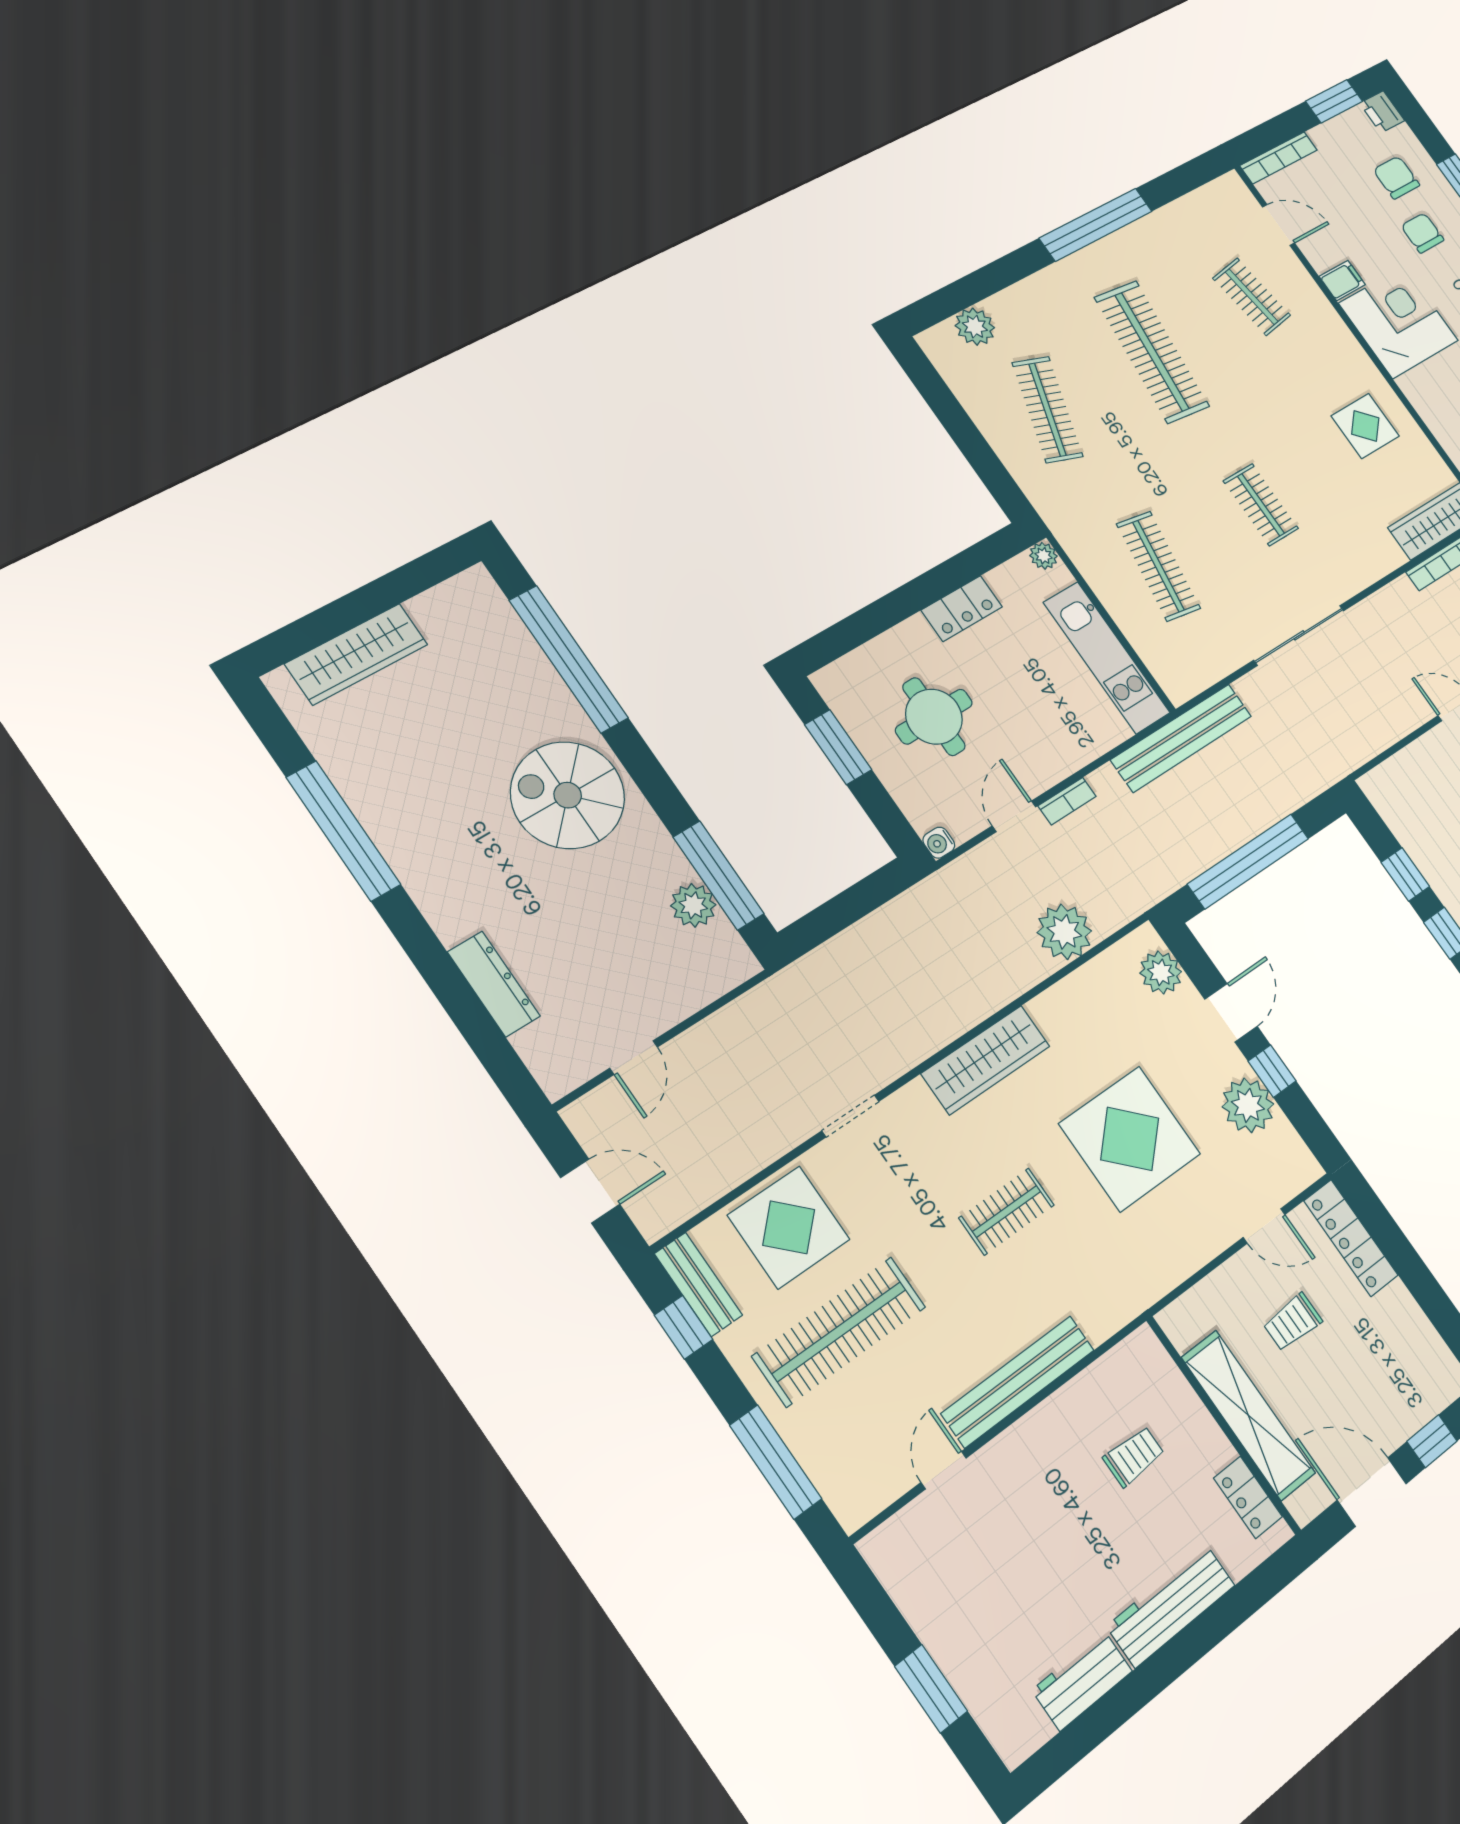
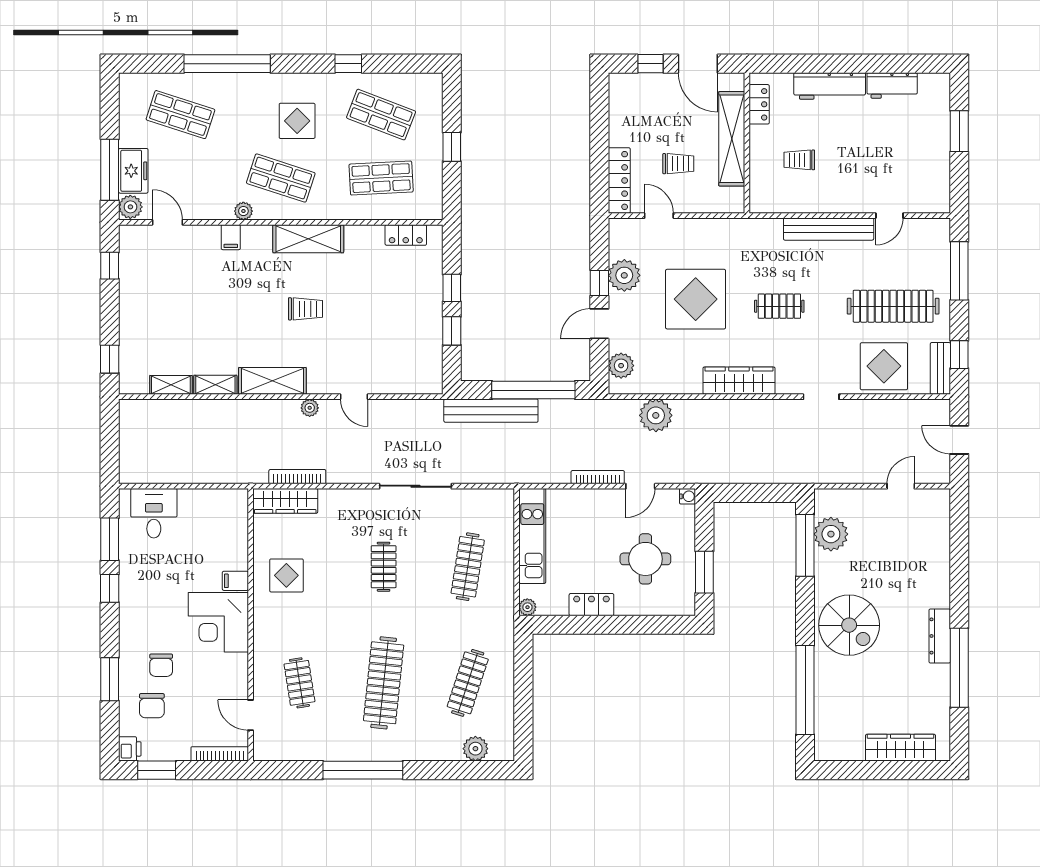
filing cabinet: (1342, 281) -> (235, 581), moved
bench: (1181, 738) -> (491, 411), moved
bookcase: (1067, 801) -> (598, 477), width x1.56
plant: (693, 905) -> (831, 534), width x1.36, depth x1.36
dresser: (494, 984) -> (940, 636), moved

